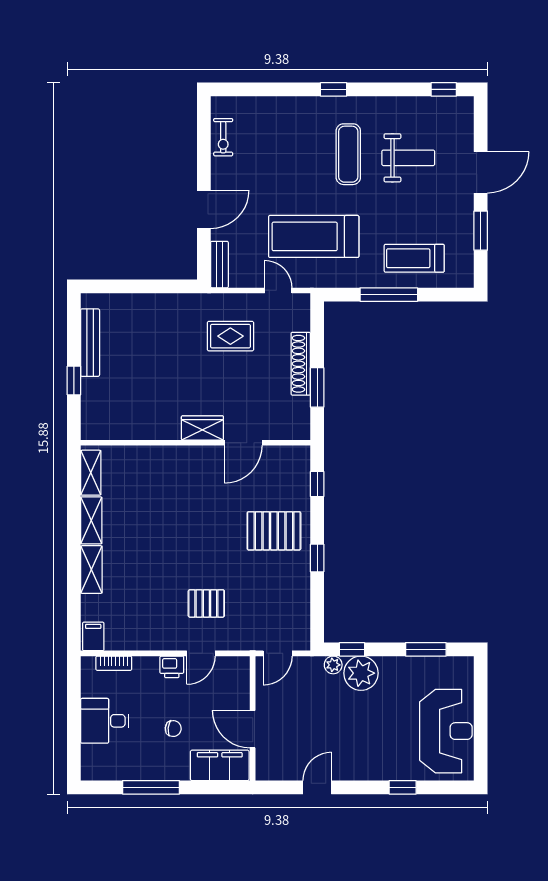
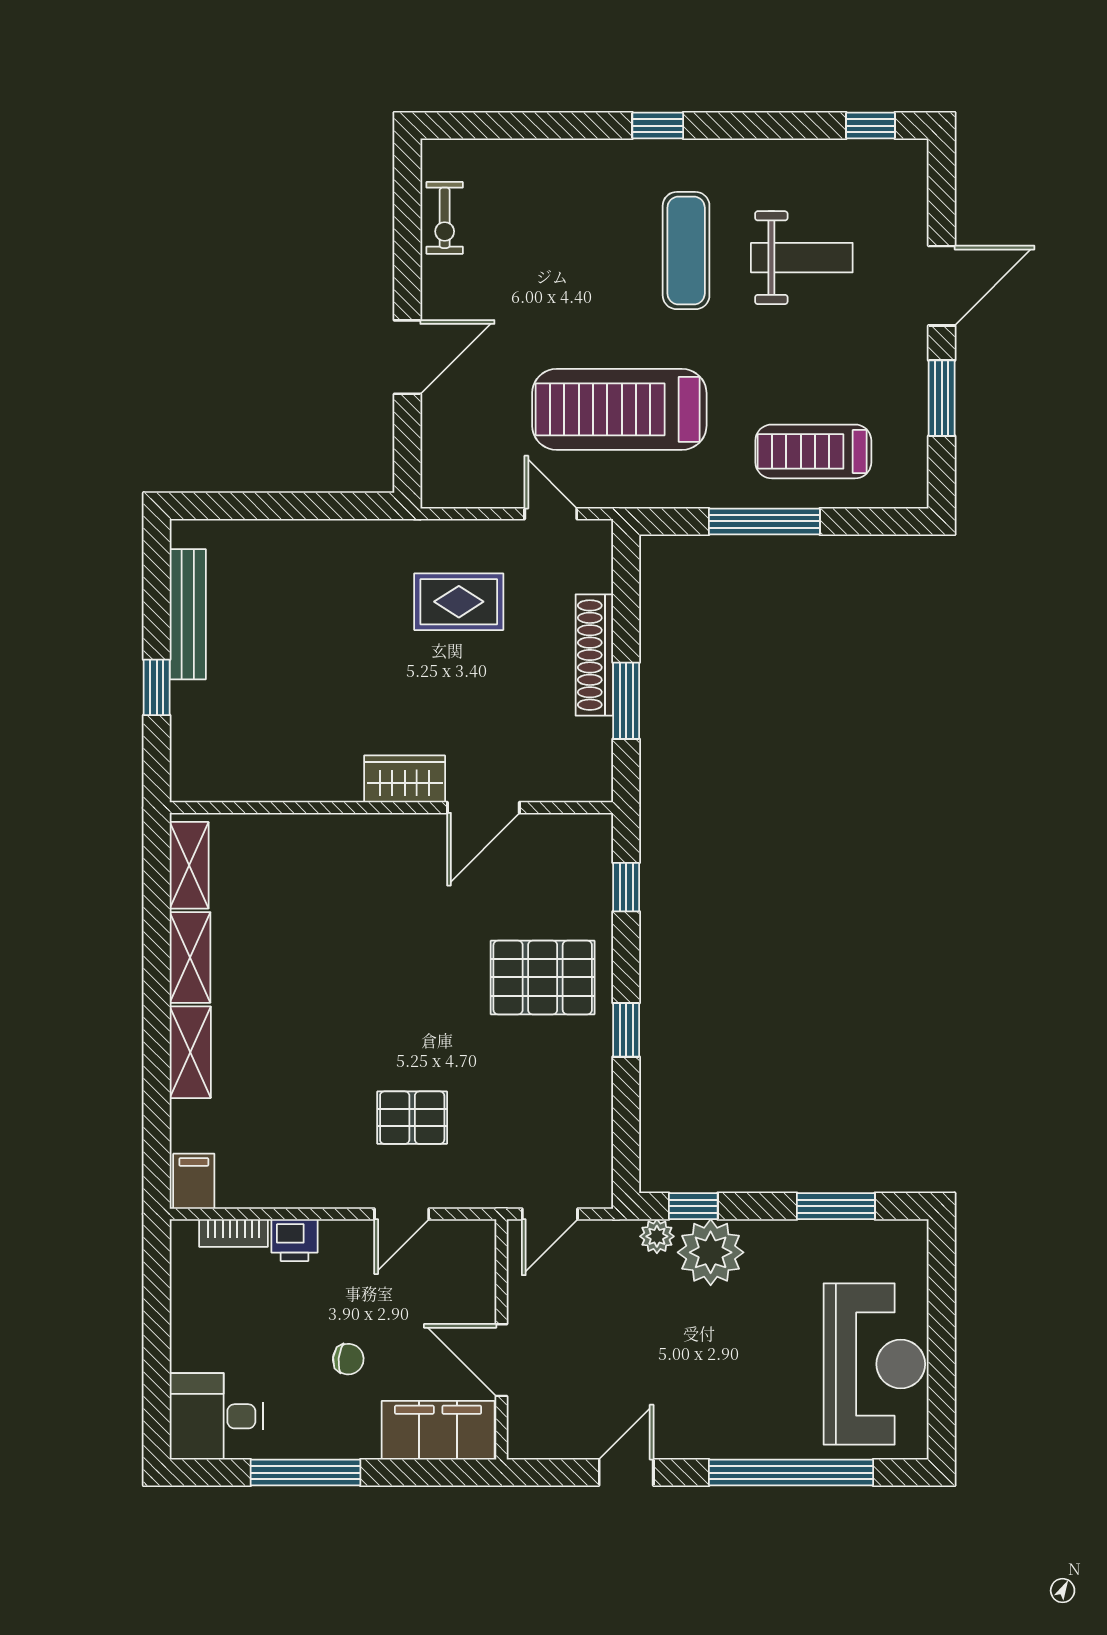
bench: (219, 265) -> (437, 464), removed
printer: (172, 667) -> (294, 1240), moved
desk: (105, 721) -> (216, 1416), moved
window: (403, 787) -> (791, 1473), width x3.17

